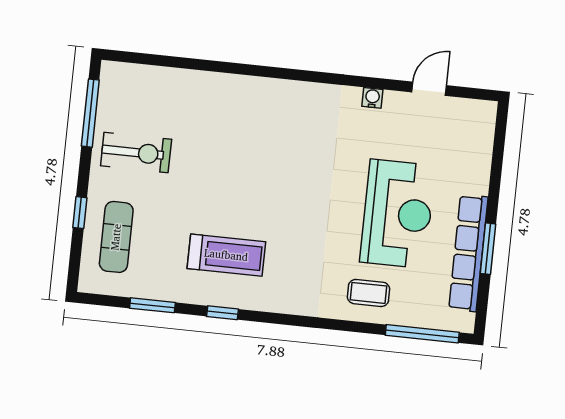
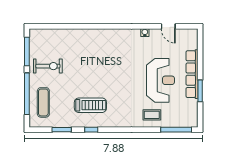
door: (429, 89) -> (168, 26), swing flipped
window: (80, 213) -> (27, 94), width x3.17
row of seats: (468, 253) -> (192, 74), moved

